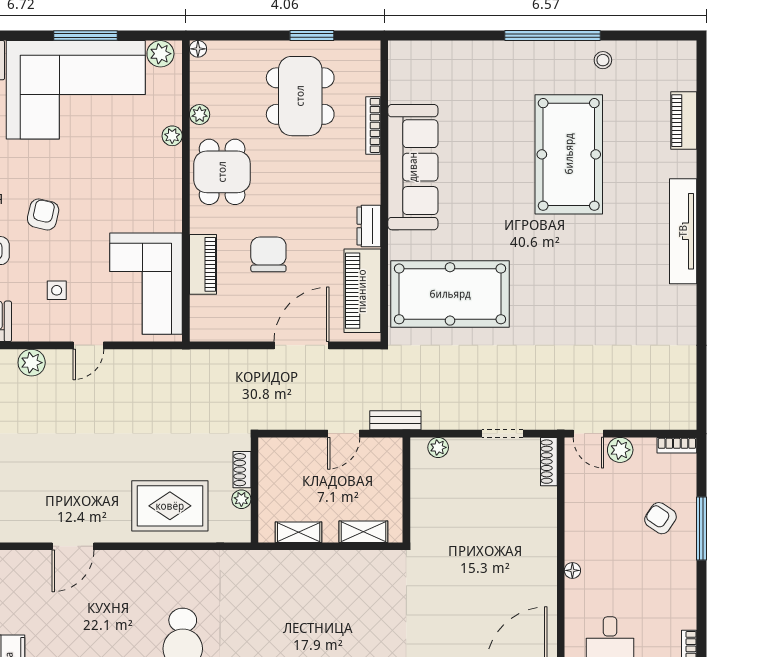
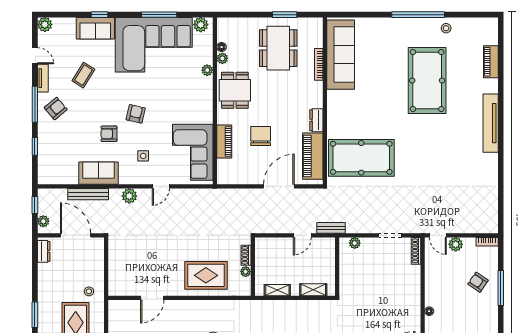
floor lamp: (198, 49) -> (222, 47), moved
sofa: (413, 167) -> (341, 55), moved

